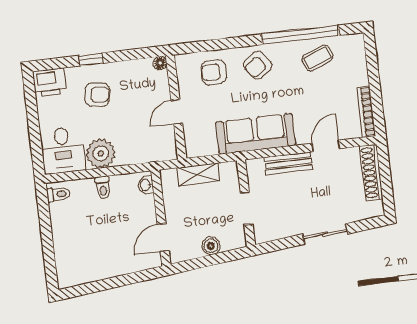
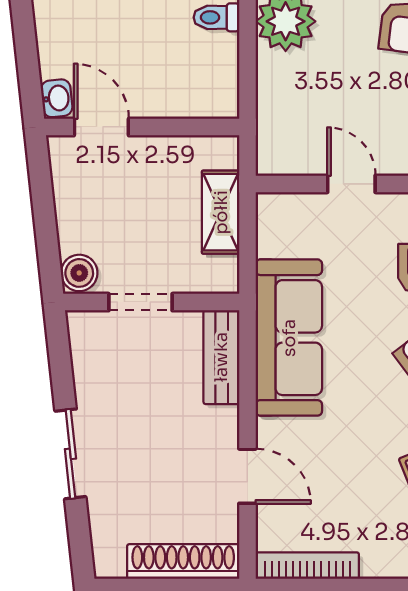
bench: (288, 163) -> (221, 357), moved
washbasin: (146, 185) -> (57, 98), moved, turned 84
boiler: (211, 246) -> (79, 273), moved

